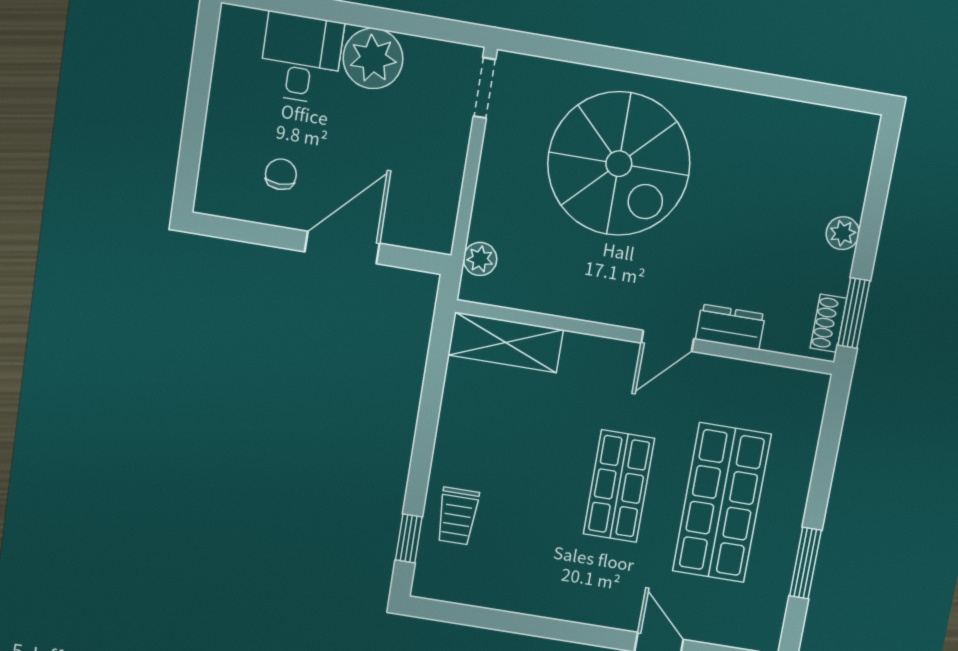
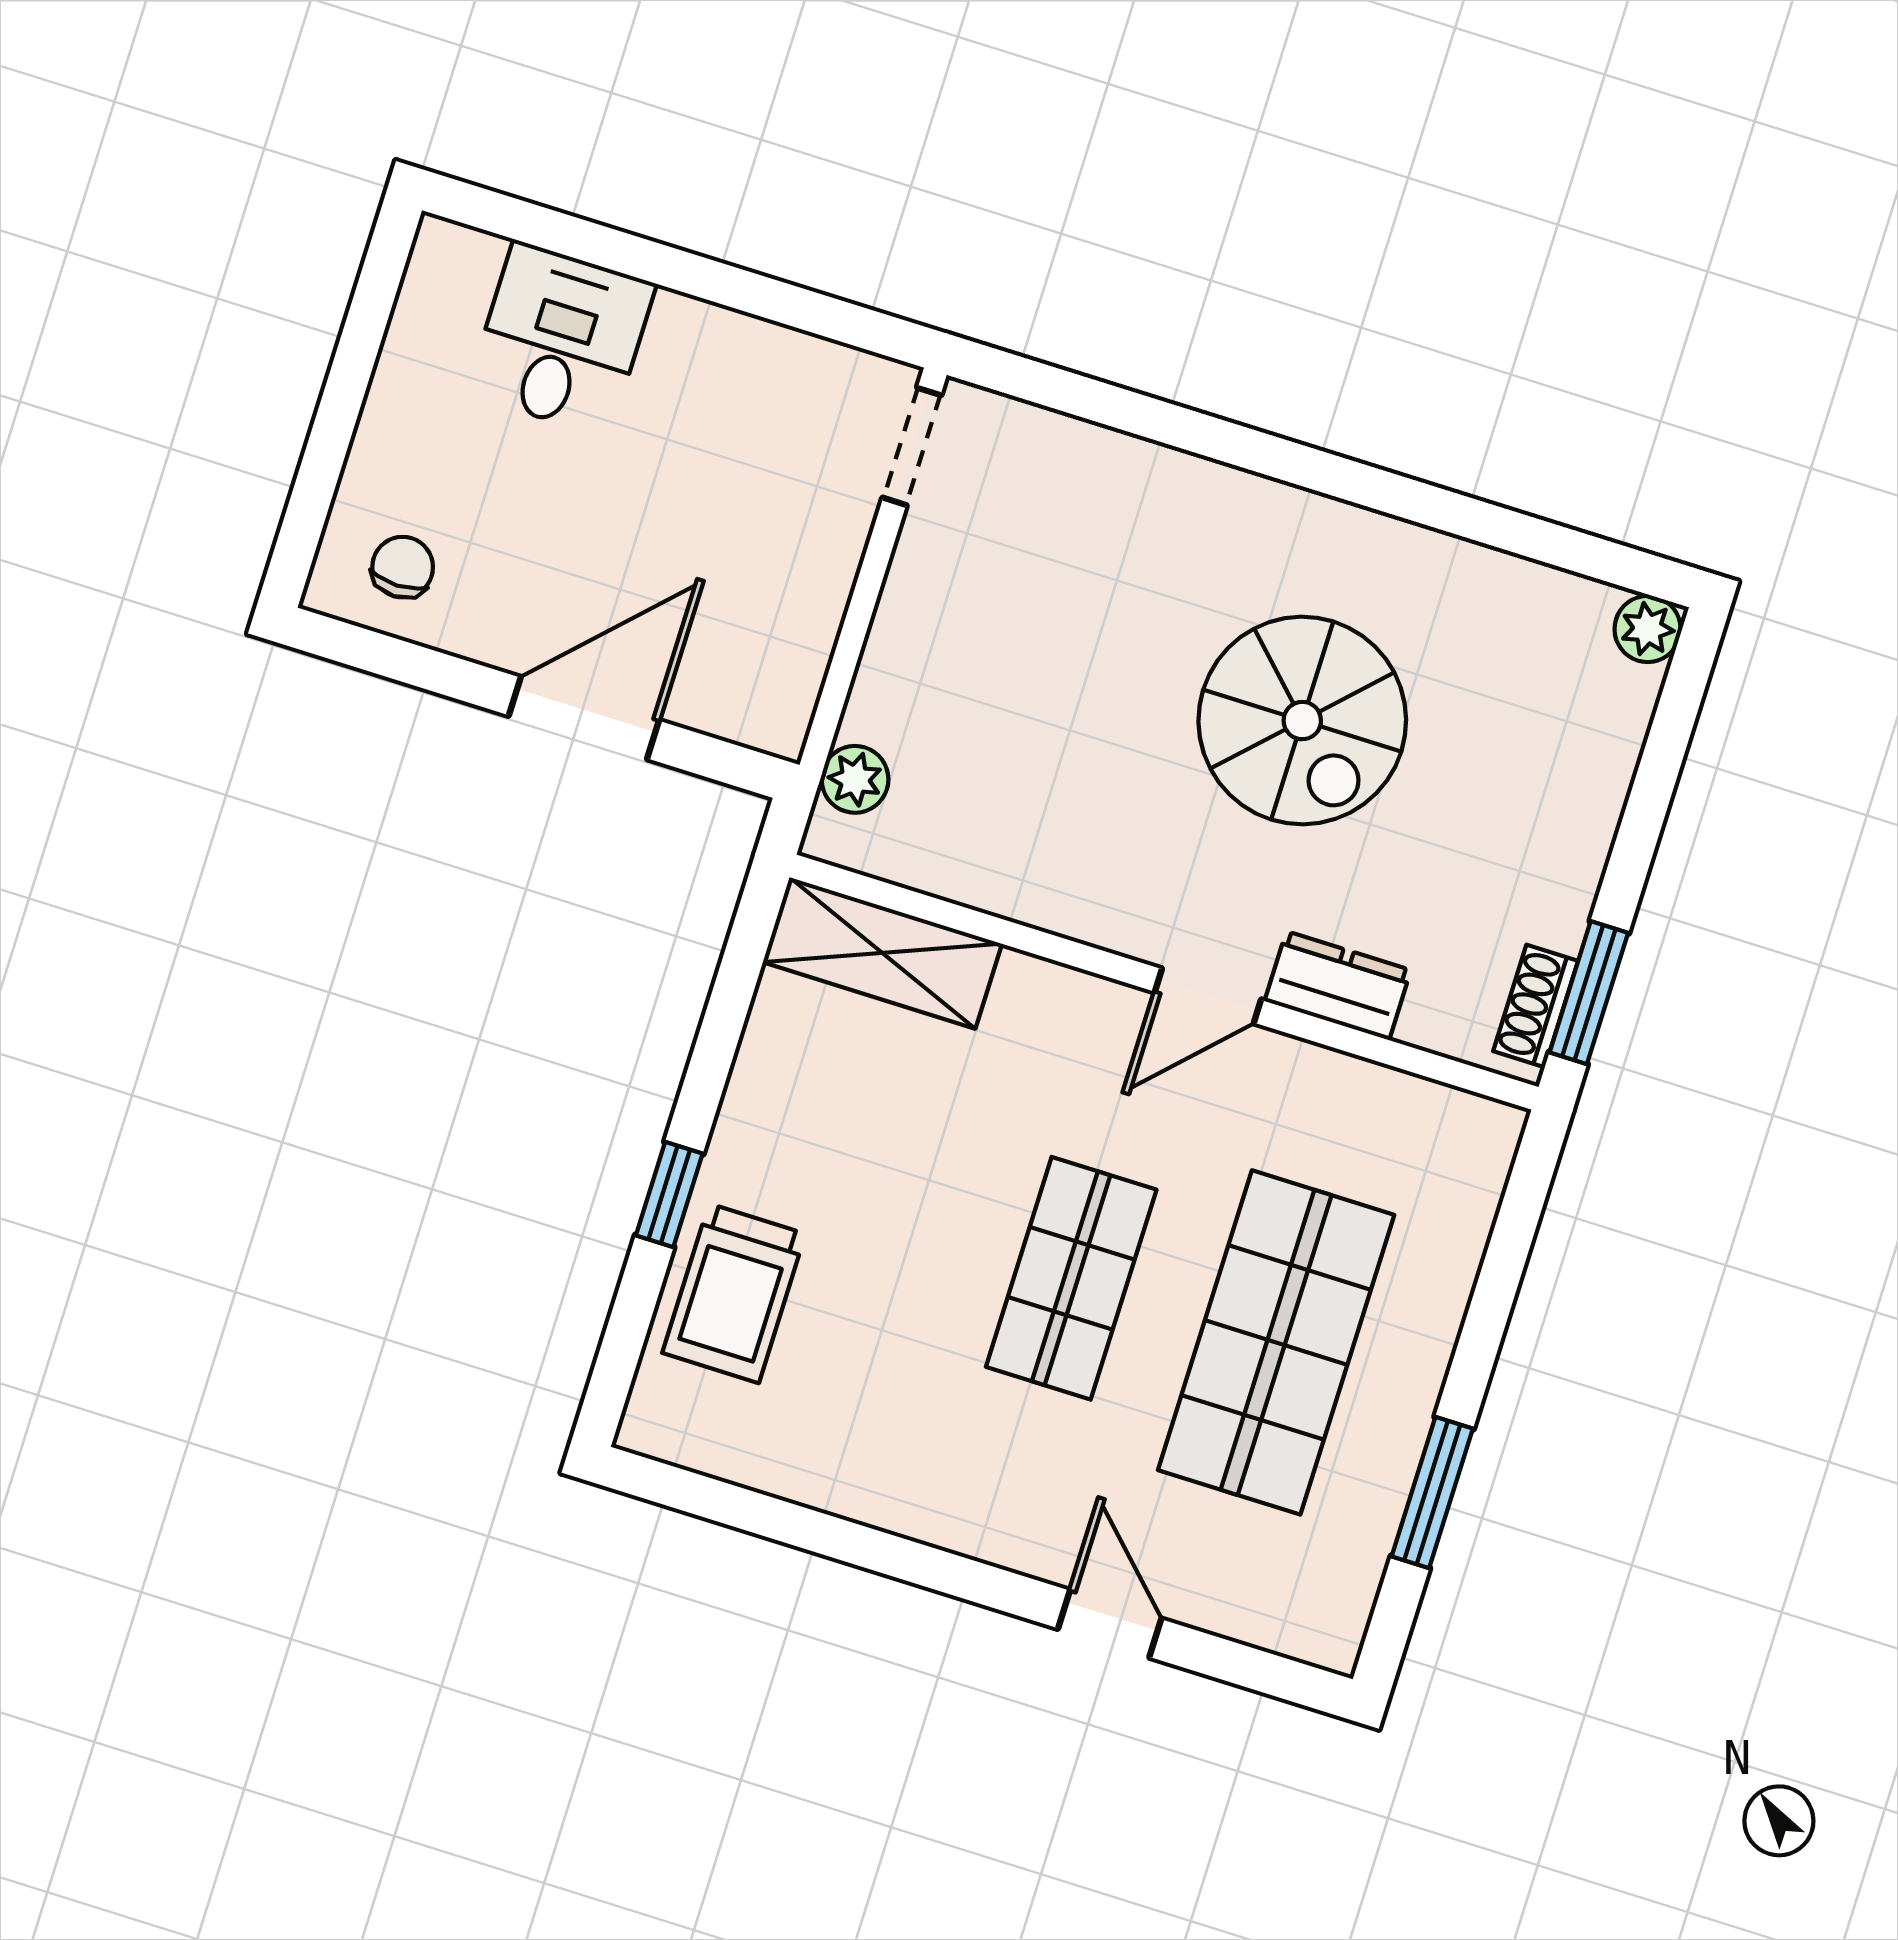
plant: (373, 58) -> (702, 359), removed
spiral stairs: (619, 164) -> (1302, 721), moved, width x0.73, depth x0.73
chair: (281, 174) -> (403, 567), moved
plant: (843, 233) -> (1648, 629), moved
trolley: (457, 516) -> (734, 1293), width x1.36, depth x1.39
window: (409, 538) -> (669, 1194), moved

